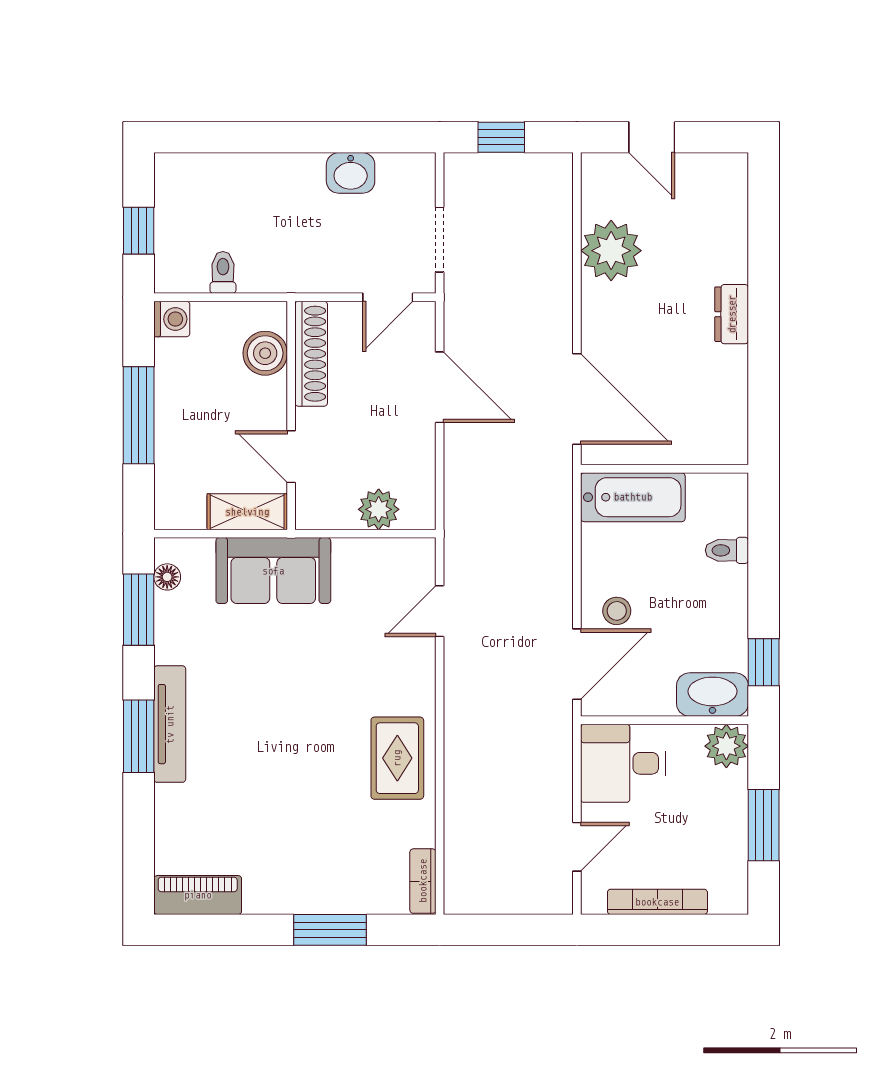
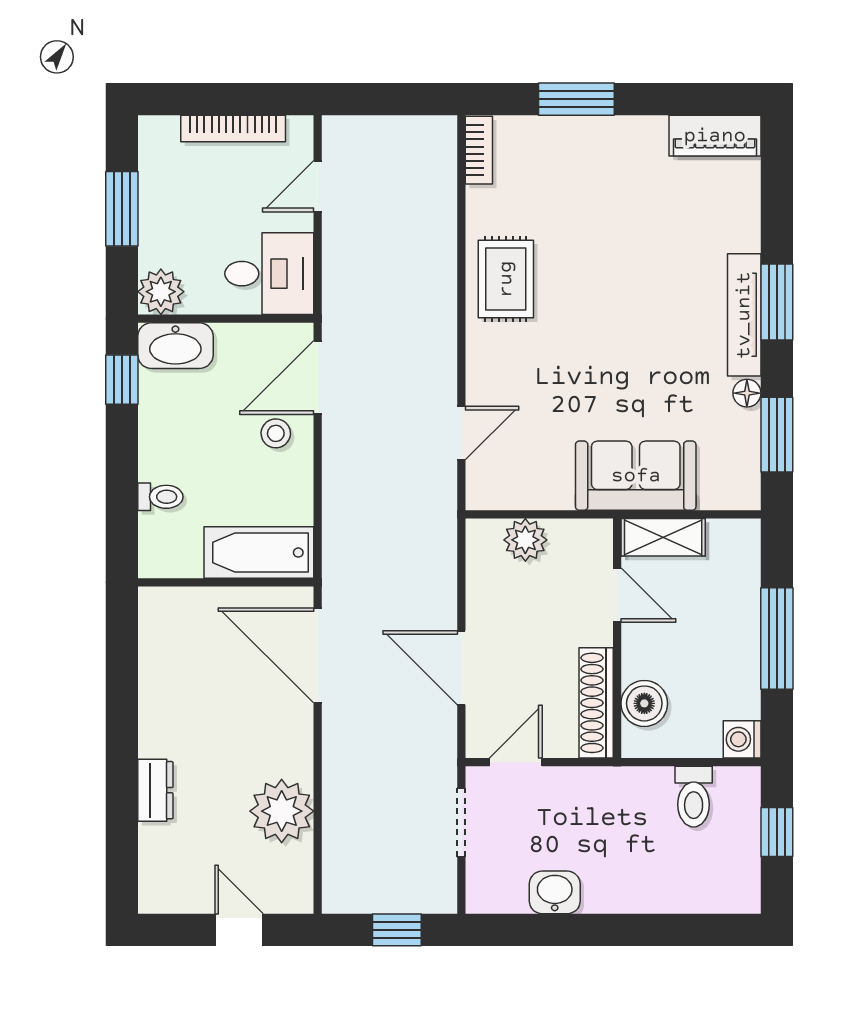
toilet: (223, 272) -> (694, 797), width x1.37, depth x1.39
dresser: (732, 314) -> (155, 790), moved
floor lamp: (167, 577) -> (747, 393), moved

